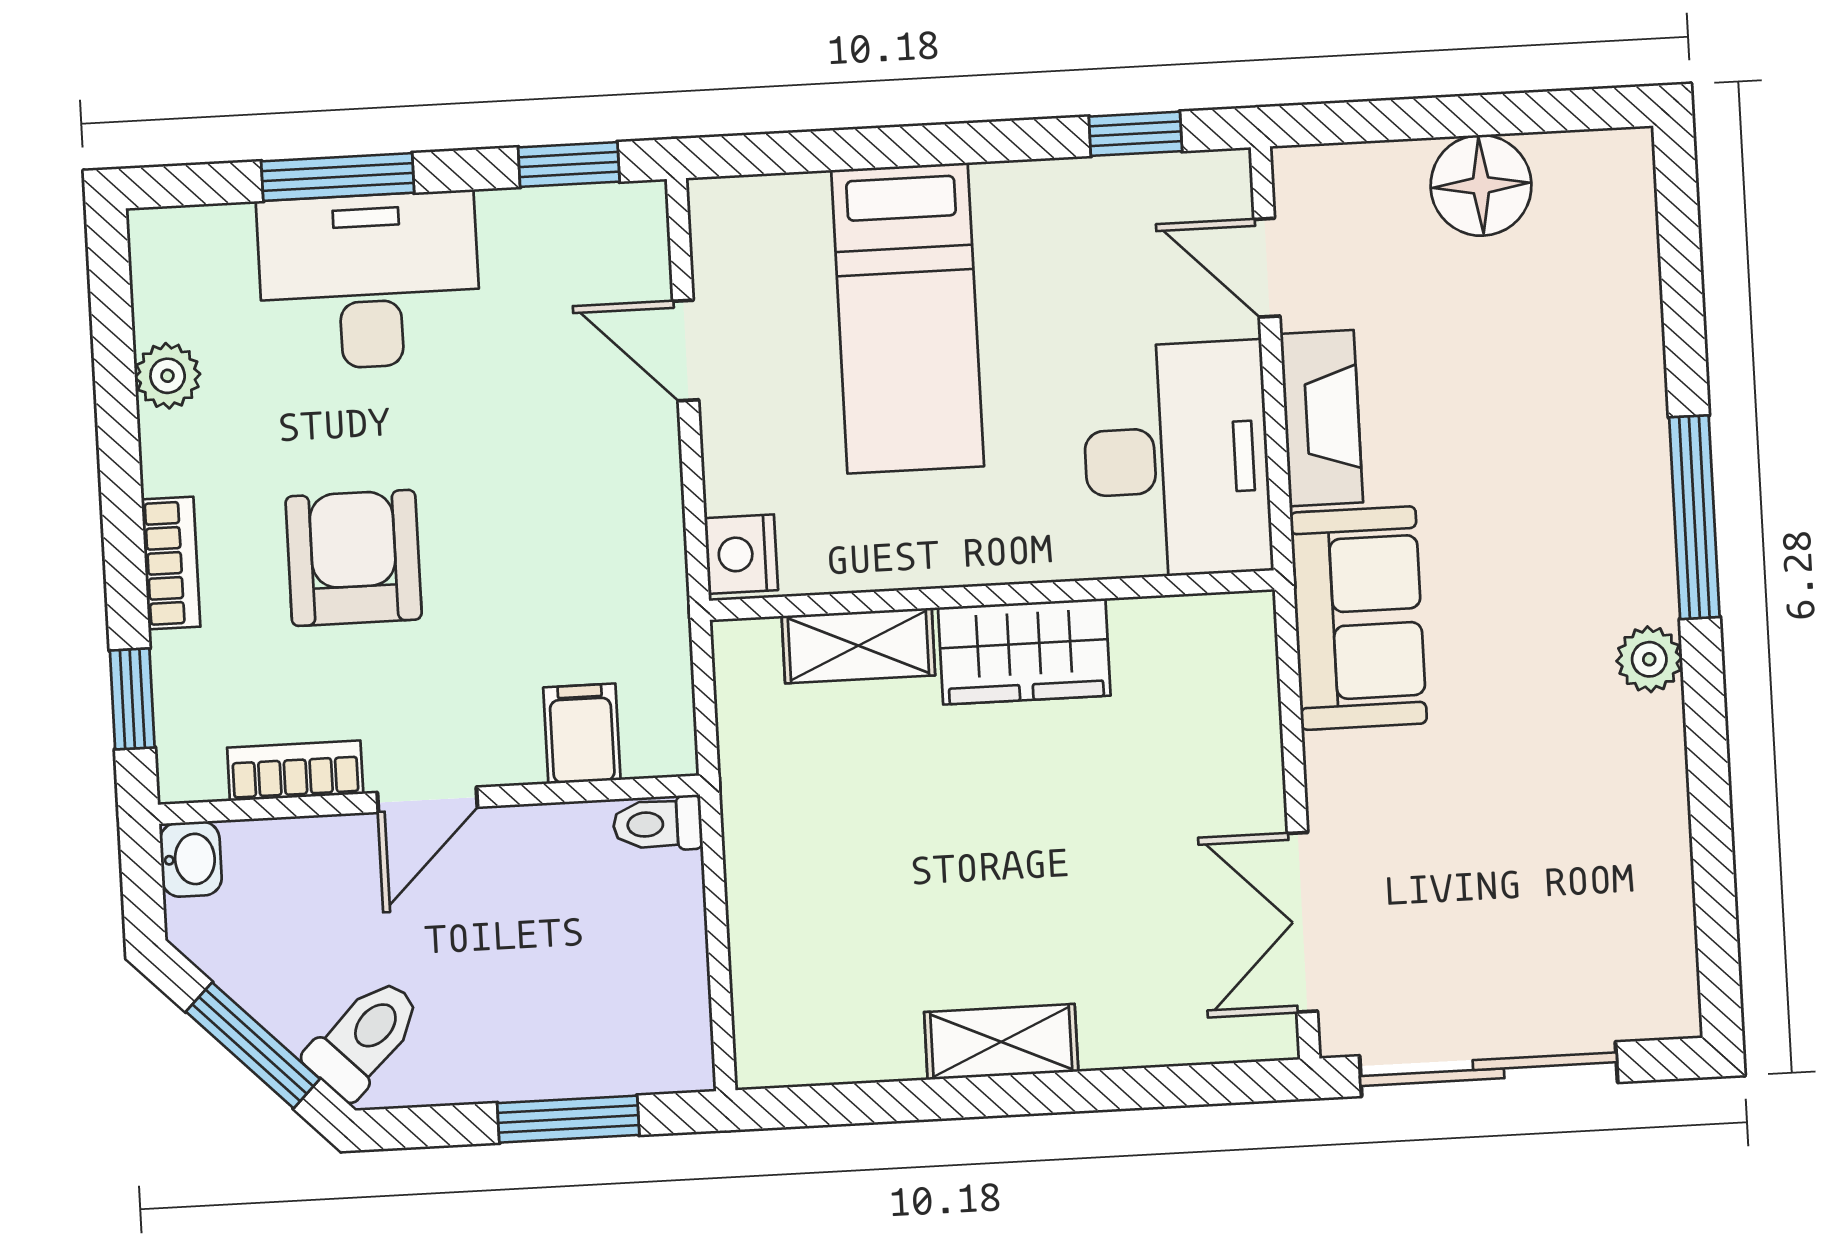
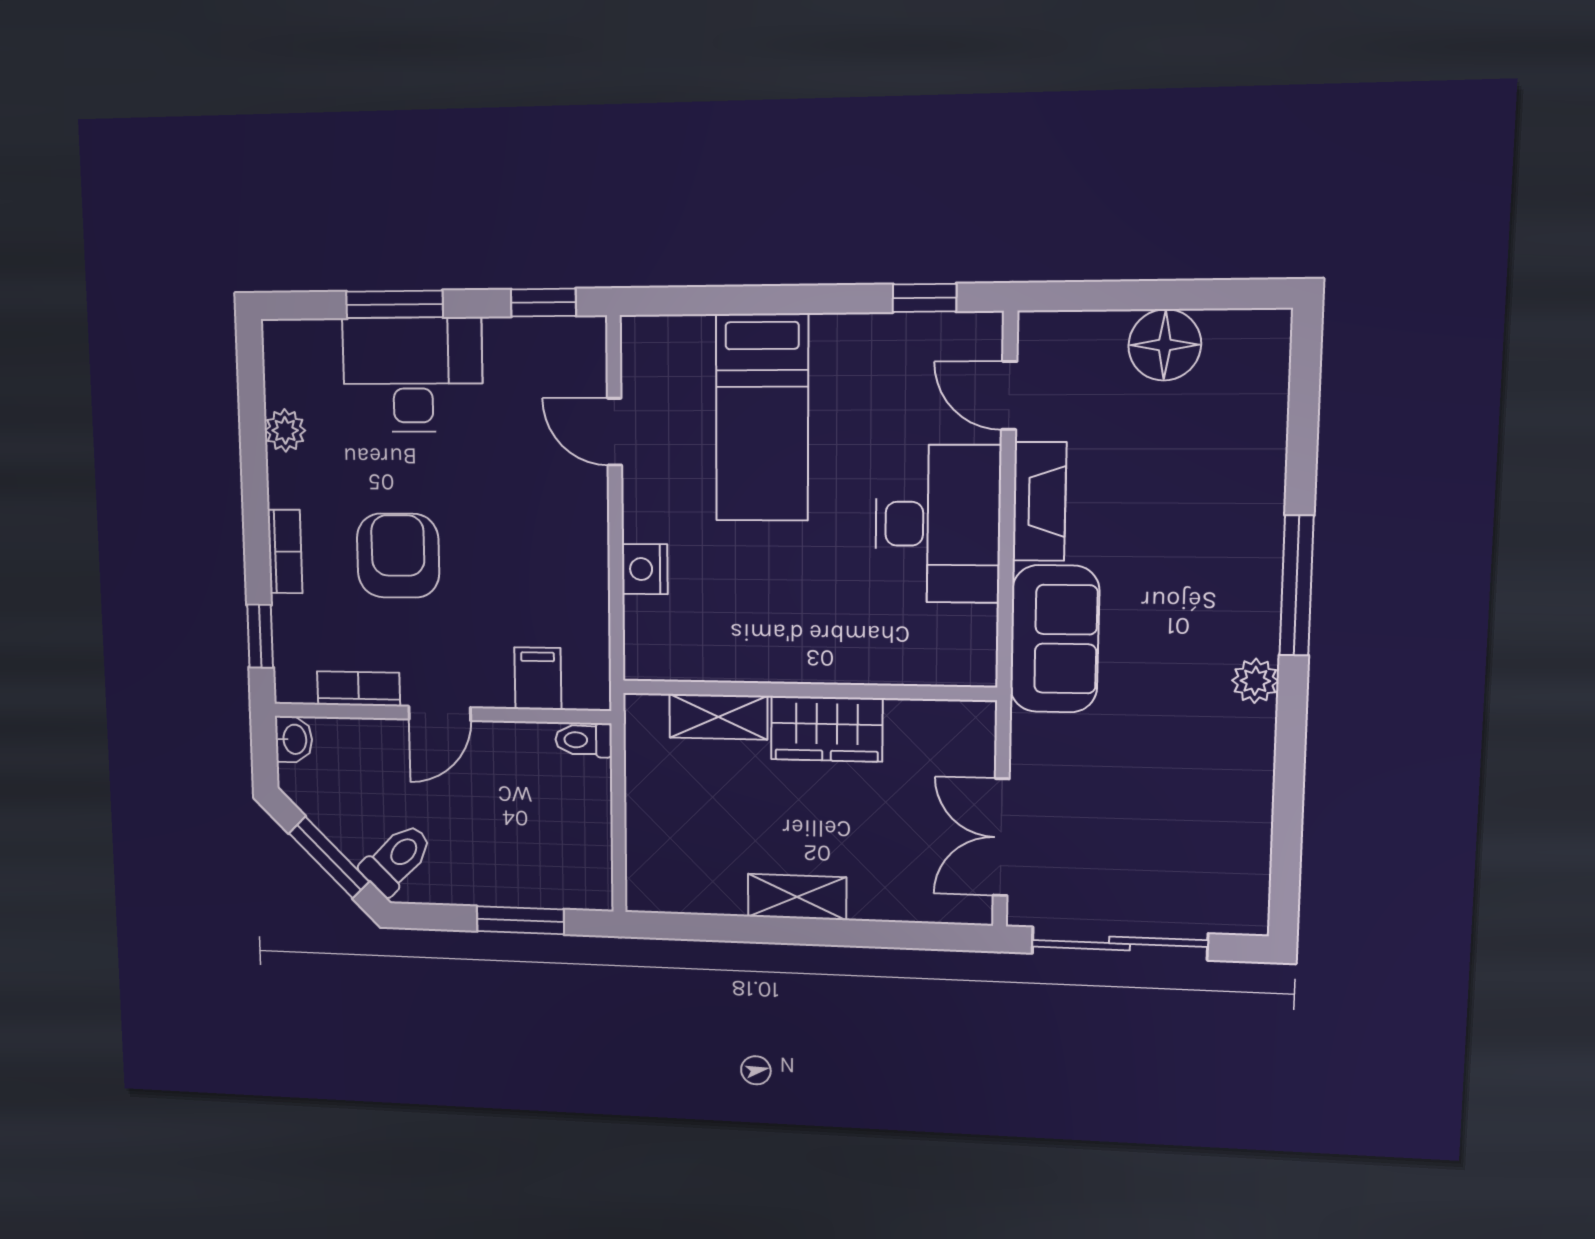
wall: (992, 595) -> (807, 690), moved
shelving: (858, 646) -> (718, 717), moved
wardrobe: (1024, 652) -> (827, 729), moved

